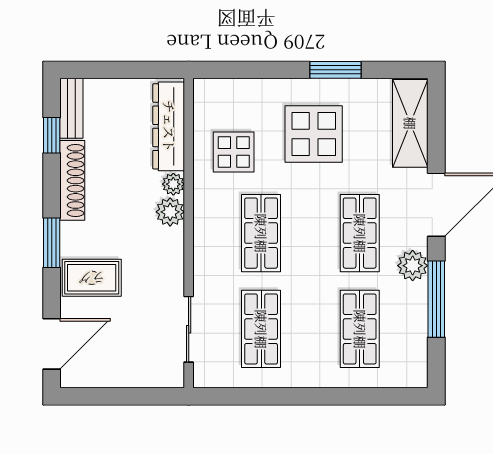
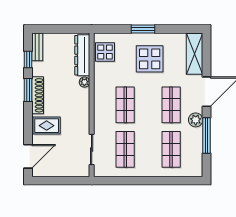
window: (335, 70) -> (143, 29), moved
display table: (234, 152) -> (105, 52), moved
shoe rack: (72, 180) -> (38, 95), moved
plant: (170, 212) -> (83, 95), removed
window: (52, 243) -> (28, 90), moved

